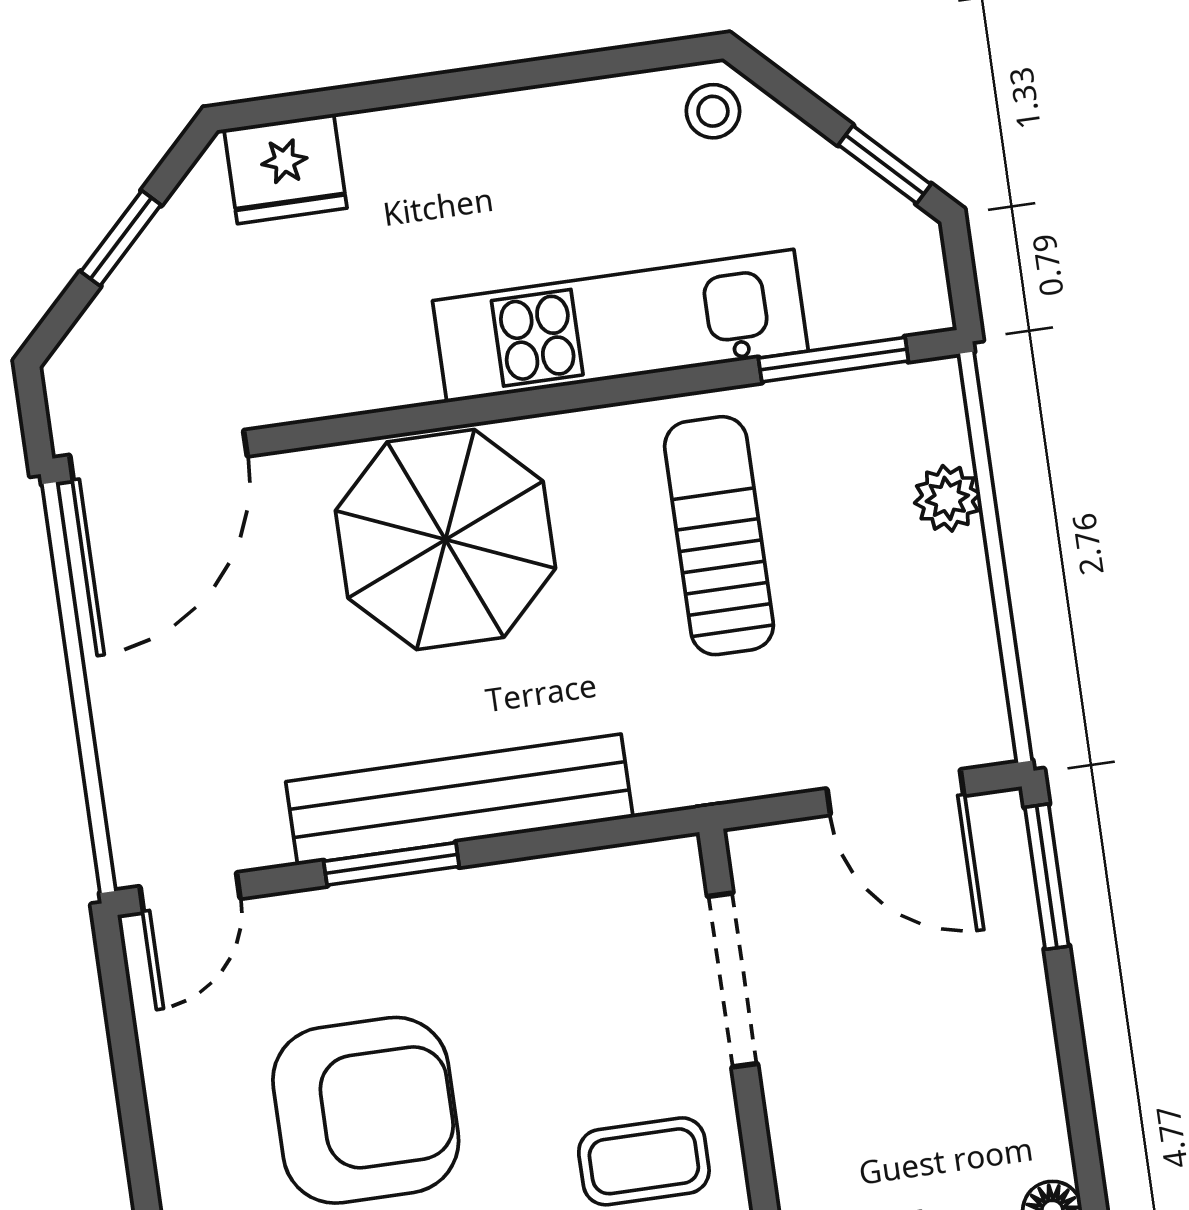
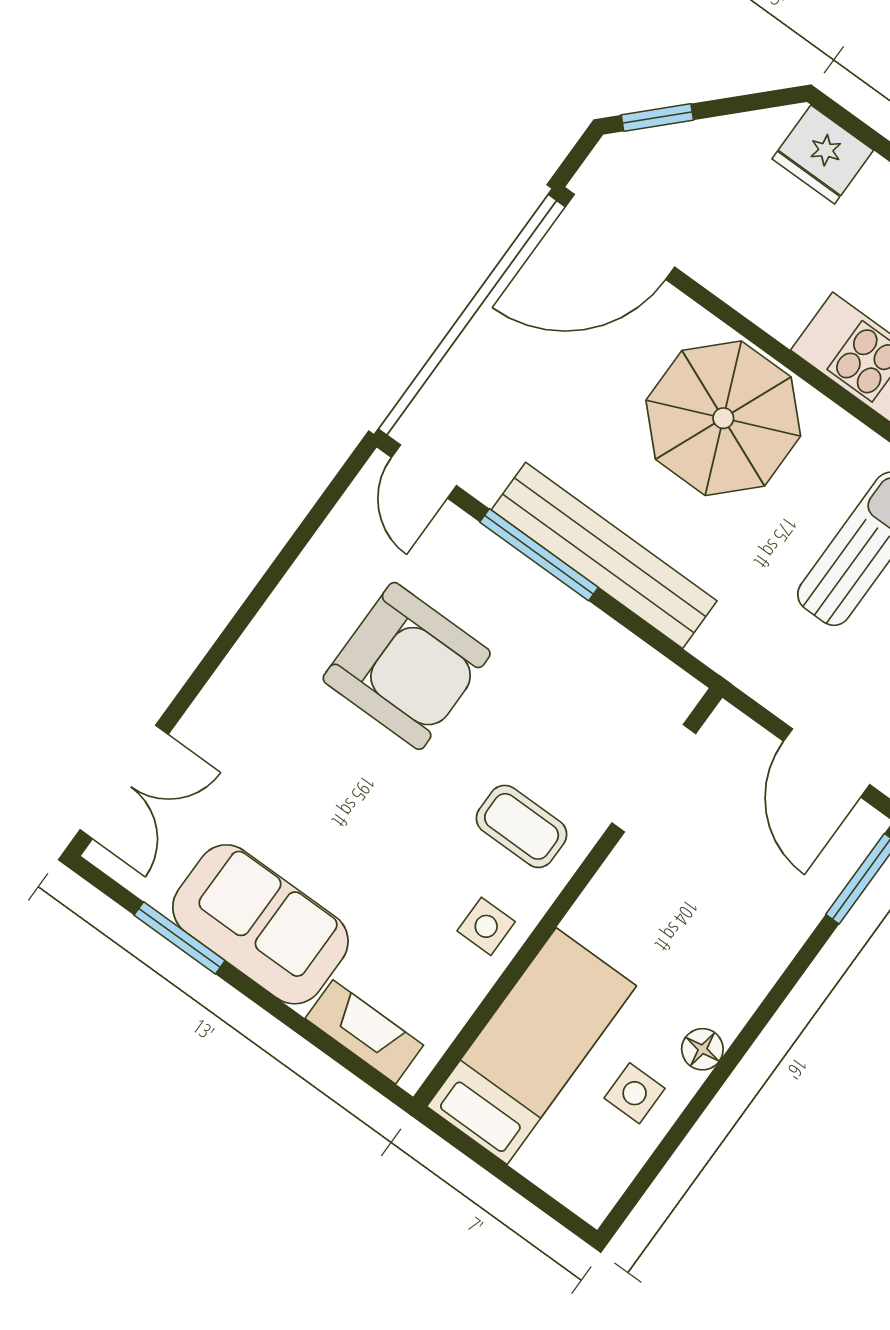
window: (121, 238) -> (657, 117), moved
window: (391, 864) -> (539, 555), width x1.44
door: (190, 893) -> (424, 471), hinge flipped

